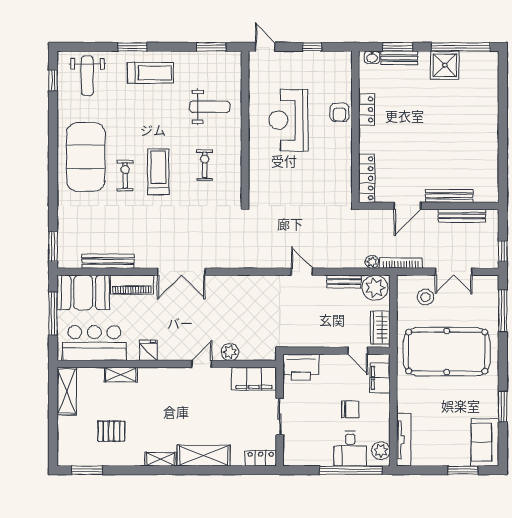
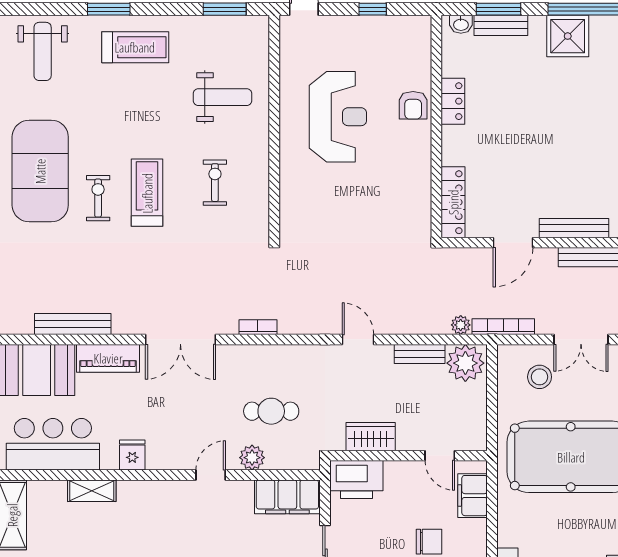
reception desk: (288, 120) -> (338, 117), turned 180
bookcase: (234, 263) -> (258, 327), added
cafe table: (243, 321) -> (271, 411), added
wardrobe: (380, 328) -> (371, 437), moved, turned 90

